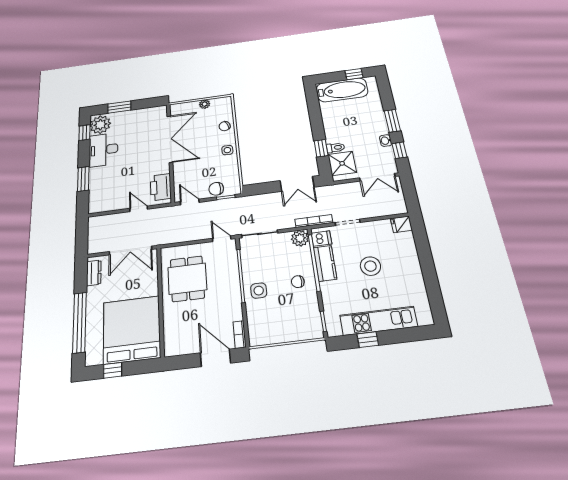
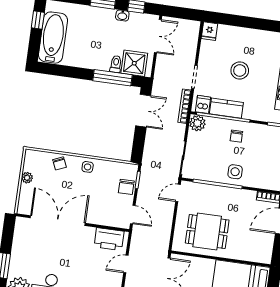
window: (321, 148) -> (112, 78), width x2.17
door: (190, 202) -> (133, 215), swing flipped

